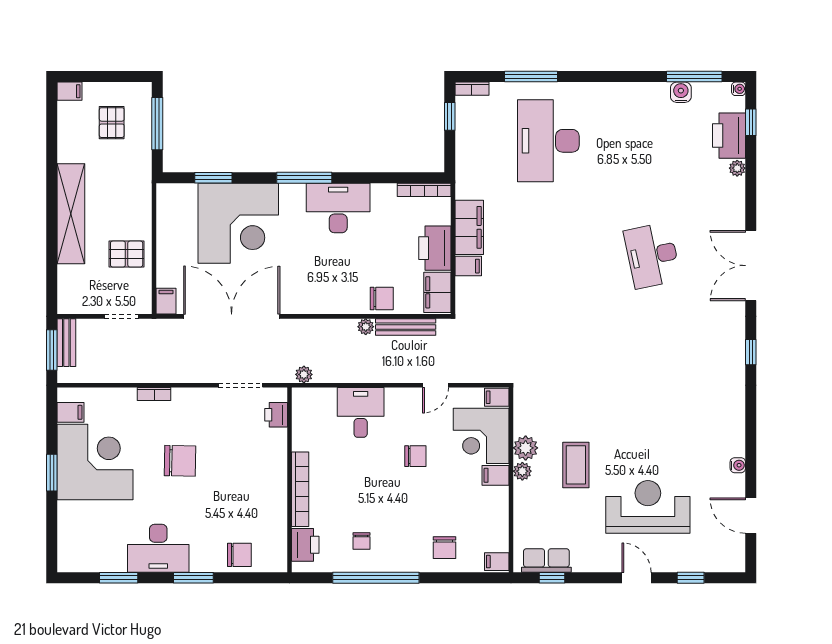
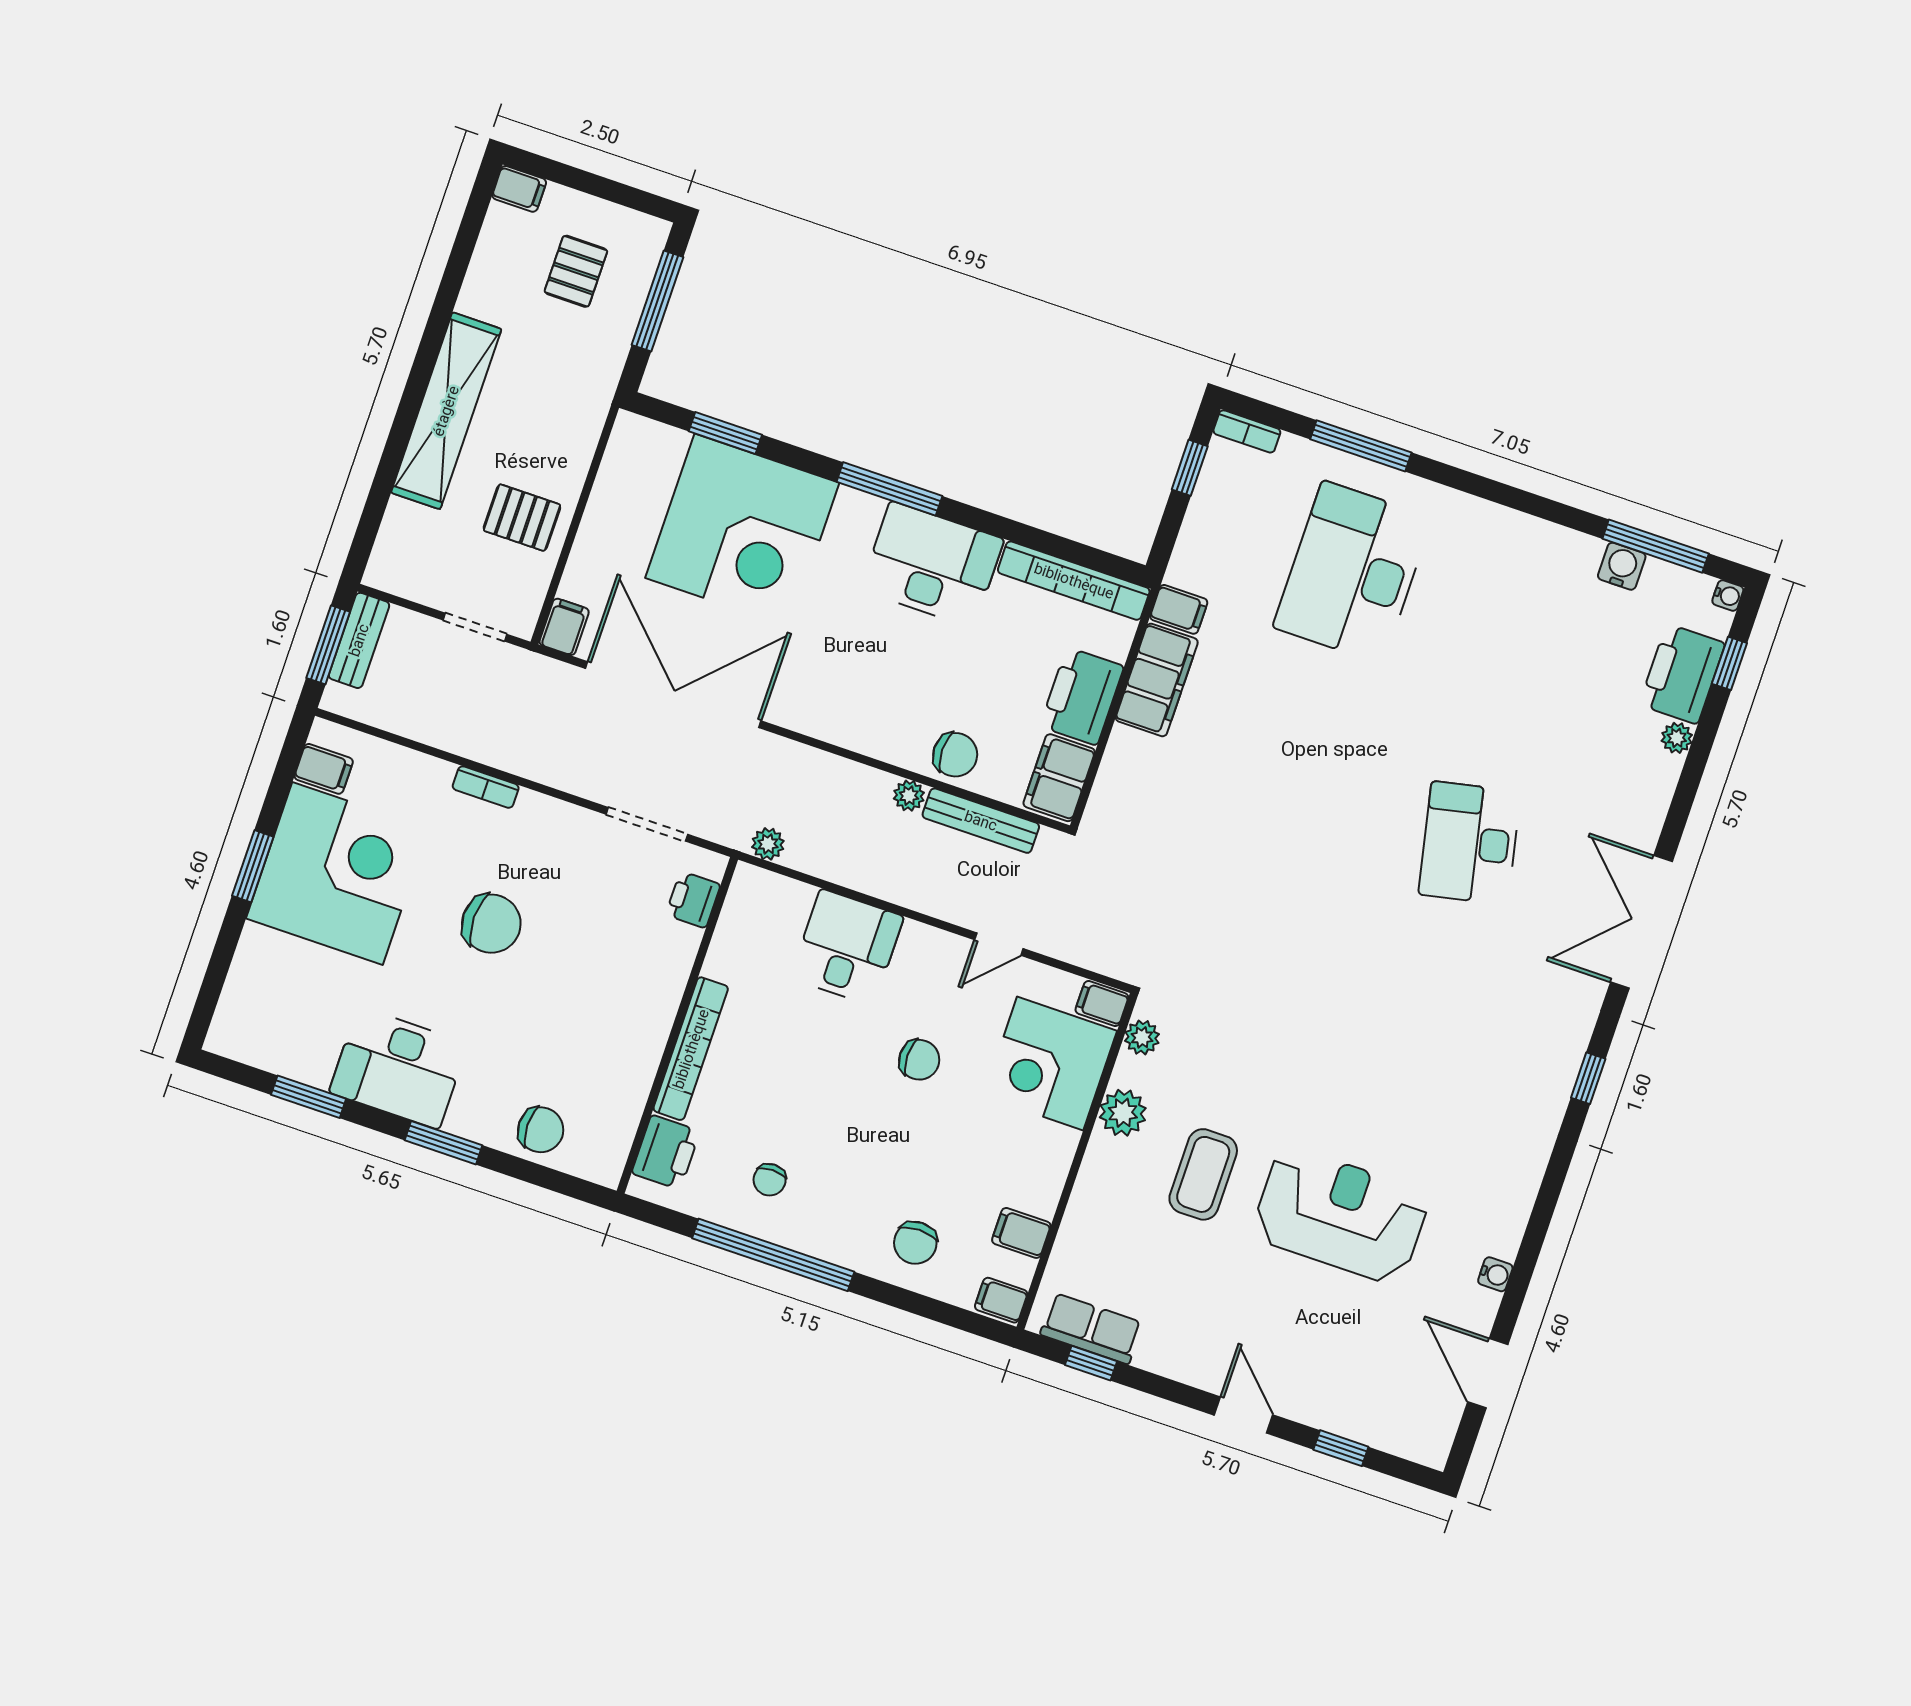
bookcase: (424, 190) -> (1074, 581), width x1.48, depth x1.31
filing cabinet: (468, 266) -> (1179, 609), moved
plant: (522, 471) -> (1142, 1037), moved
filing cabinet: (495, 475) -> (1021, 1233), moved
reception desk: (648, 507) -> (1341, 1215), moved

